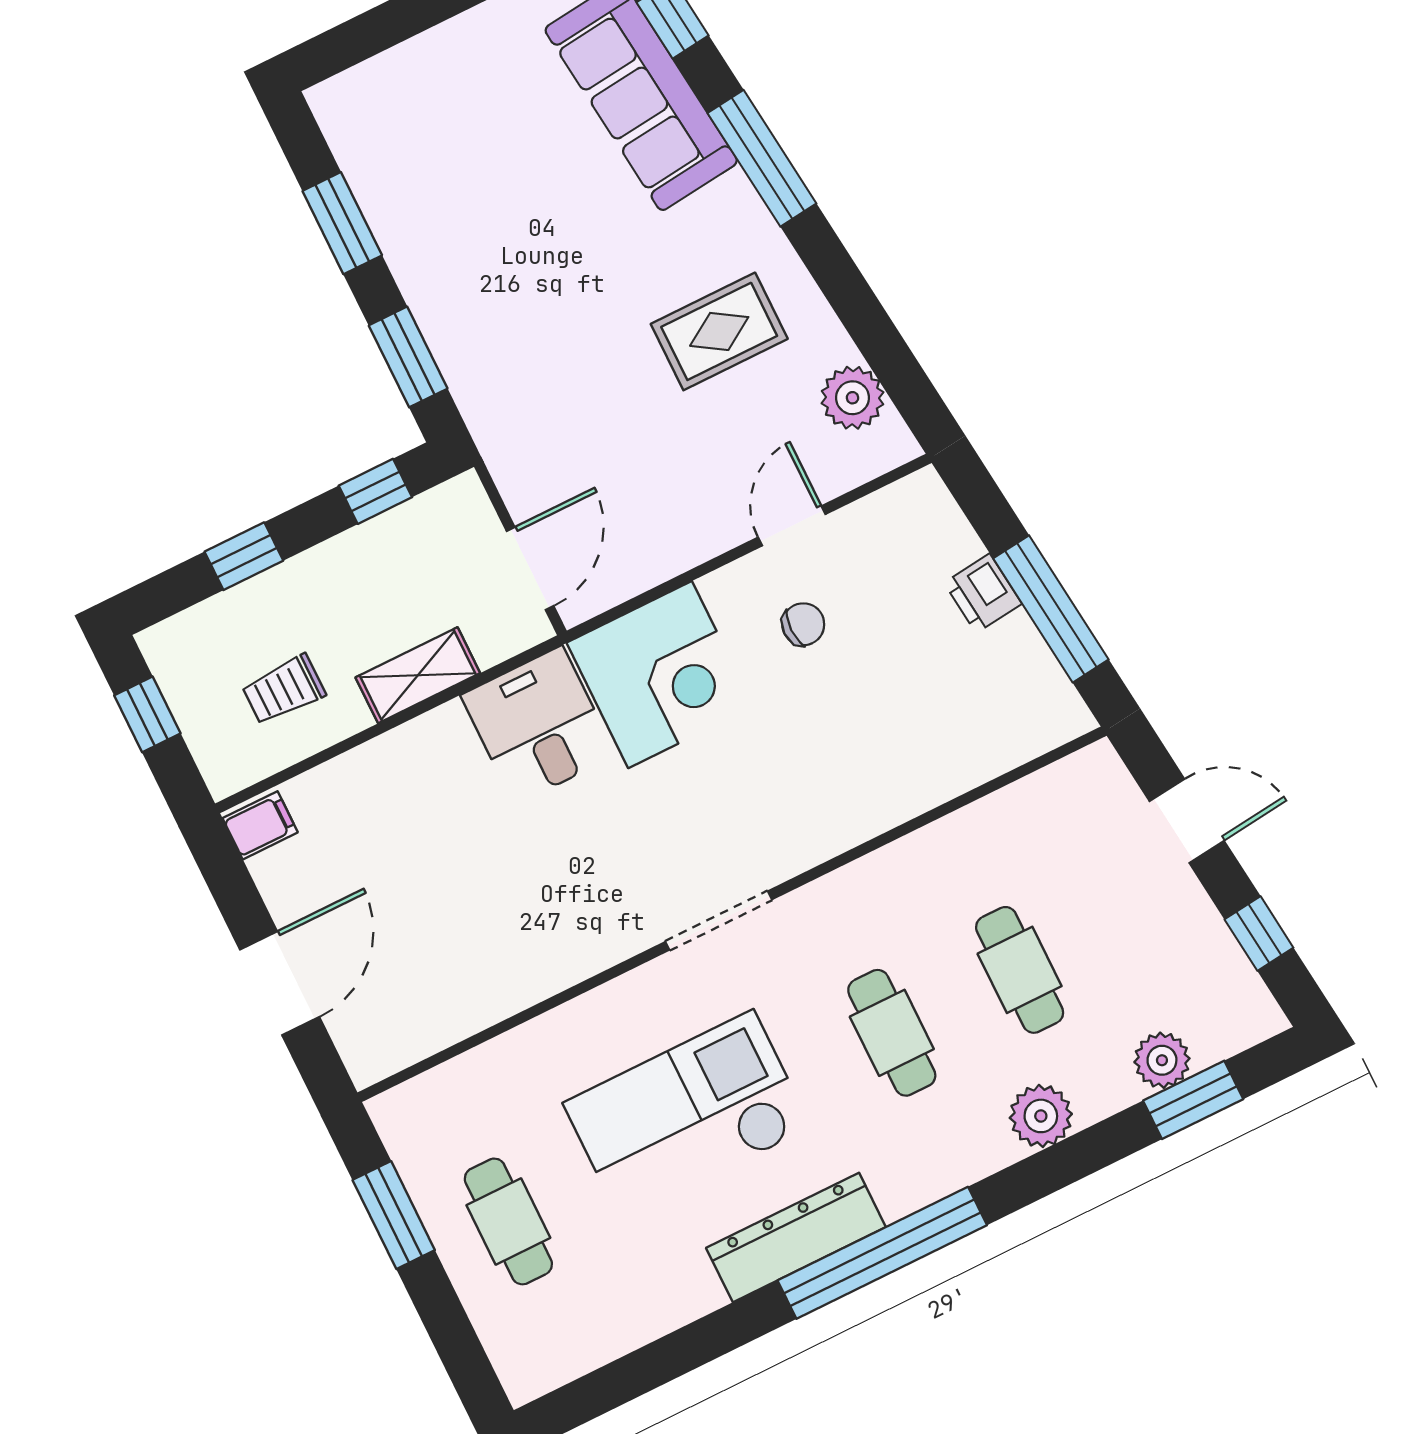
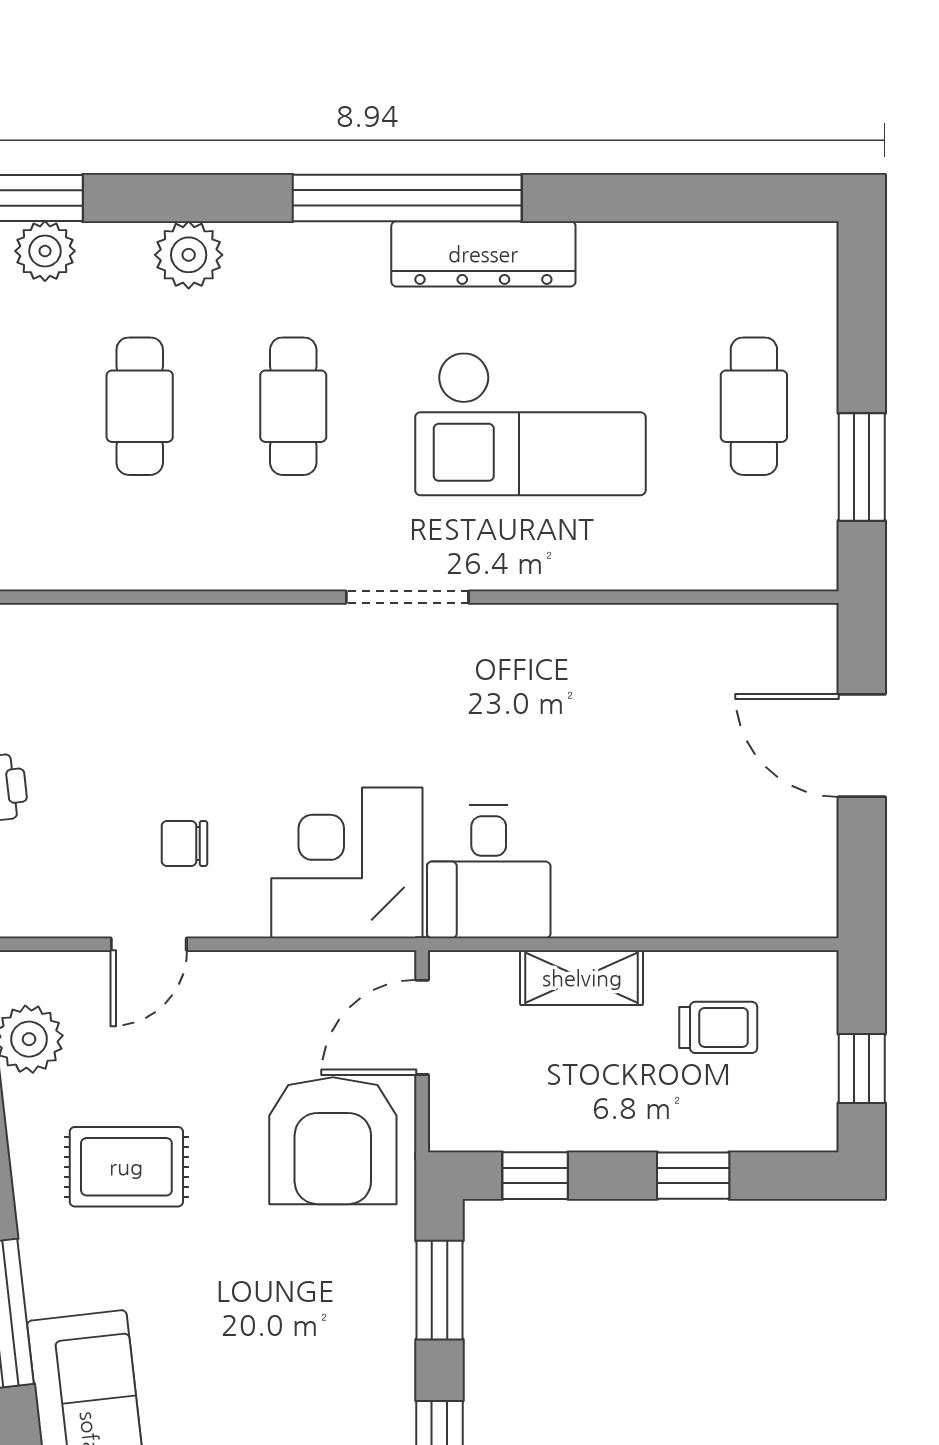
armchair: (558, 438) -> (333, 1141), added
filing cabinet: (260, 825) -> (805, 907), removed
door: (280, 983) -> (862, 745), hinge flipped

